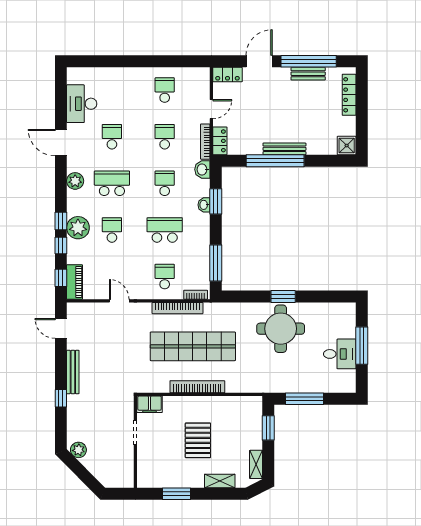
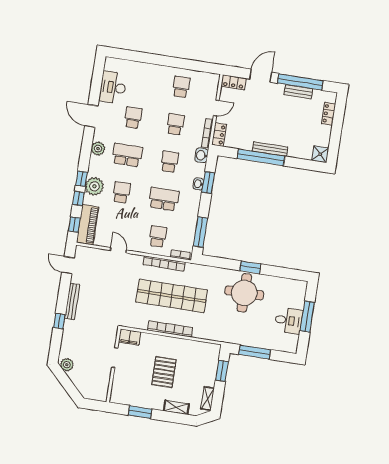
locker: (349, 95) -> (329, 114), width x0.66
piano: (75, 282) -> (88, 225), width x1.37, depth x1.33

